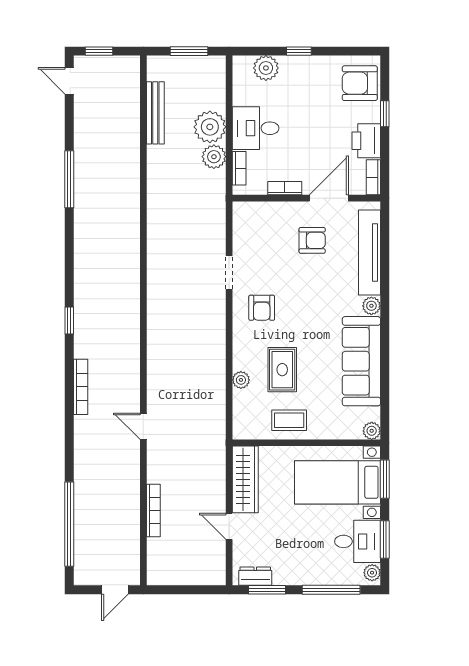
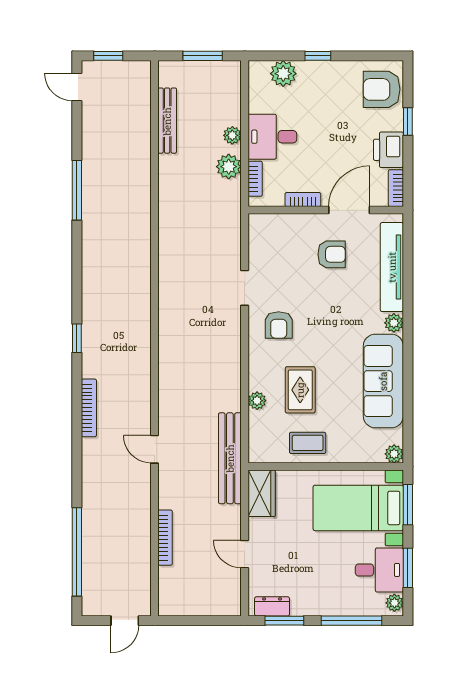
plant: (210, 127) -> (232, 135), width x0.53, depth x0.53
bench: (215, 435) -> (230, 458), added
wardrobe: (245, 479) -> (262, 493), width x0.67

